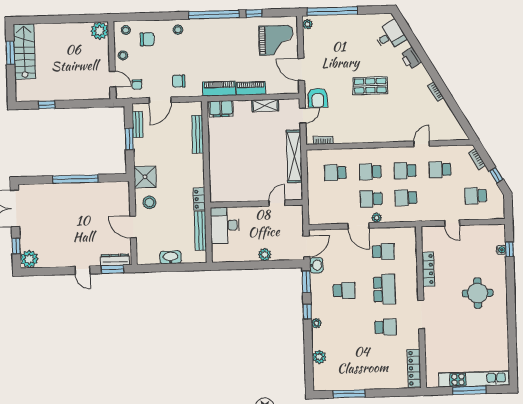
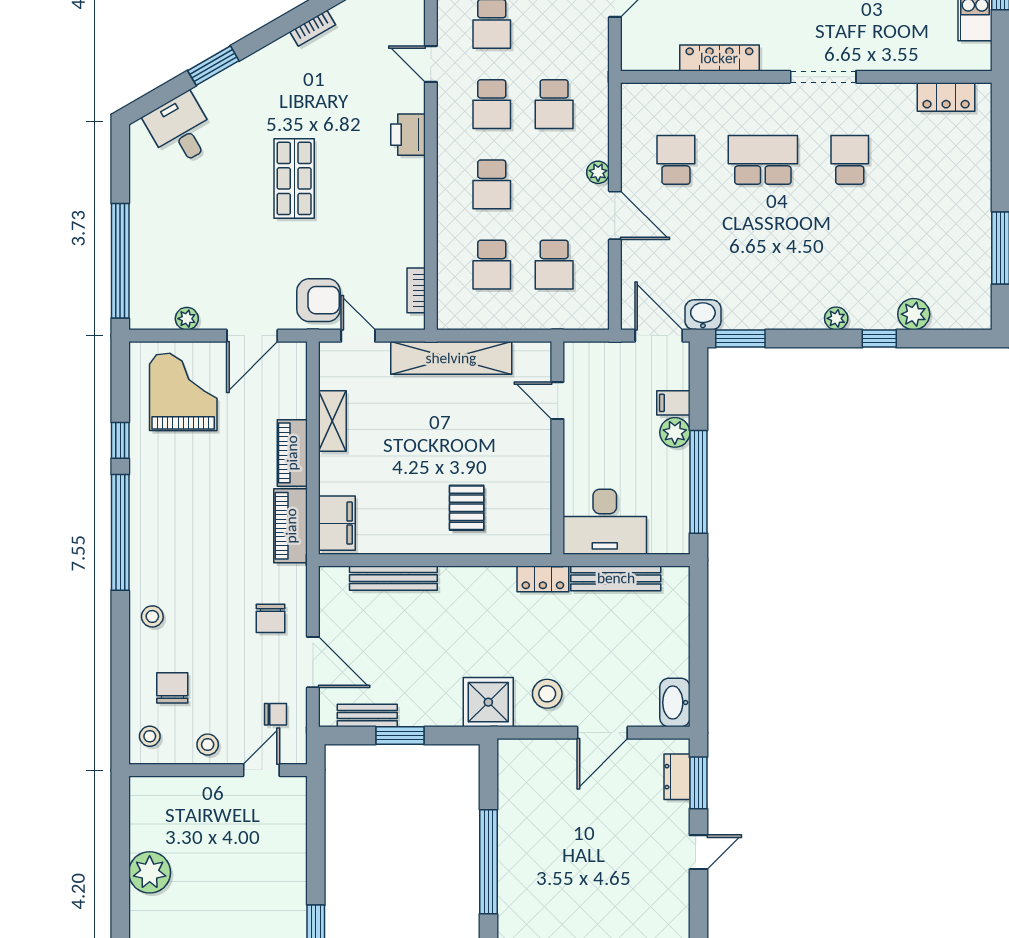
plant: (307, 24) -> (187, 319), moved
plant: (100, 31) -> (150, 872), moved
window: (418, 49) -> (213, 66), added
printer: (411, 58) -> (408, 135), moved, turned 120
pallet: (229, 165) -> (467, 508), added
school desk: (371, 199) -> (554, 265), moved
door: (358, 226) -> (615, 215), hinge flipped
filing cabinet: (278, 254) -> (673, 403), added
washbasin: (171, 257) -> (675, 703), moved
dresser: (115, 260) -> (677, 777), width x0.70
window: (243, 265) -> (698, 482), added
school desk: (344, 290) -> (763, 253), removed
window: (307, 312) -> (879, 339), moved
locker: (414, 368) -> (946, 97), width x0.66

